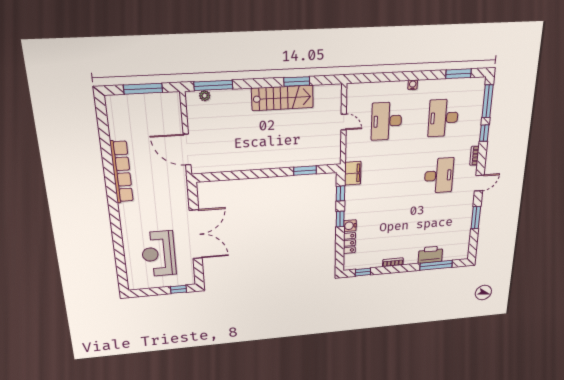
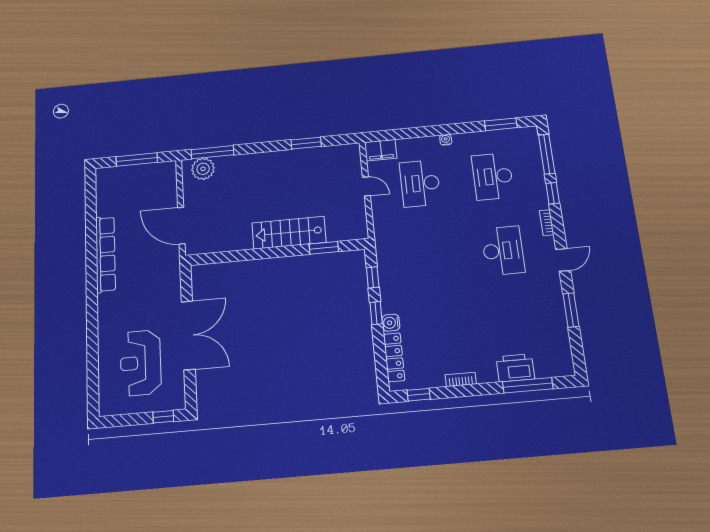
plant: (205, 96) -> (203, 169), width x1.88, depth x1.88
stairs: (283, 98) -> (289, 233), moved, turned 180
filing cabinet: (353, 173) -> (381, 150), moved, turned 90
locker: (349, 243) -> (394, 357), width x1.53

